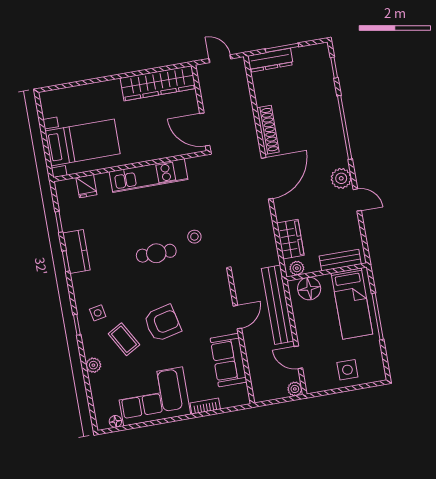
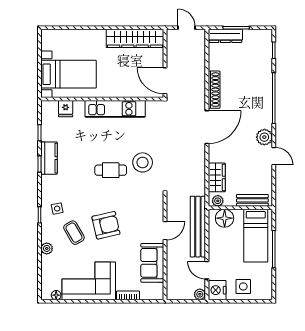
stool: (194, 237) -> (143, 162), width x1.89, depth x1.89
nightstand: (315, 380) -> (217, 290), added

